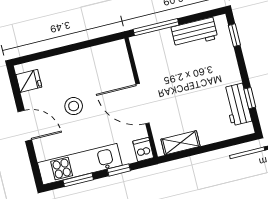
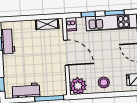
plant: (114, 55) -> (78, 86), added
stool: (74, 106) -> (104, 82), moved

